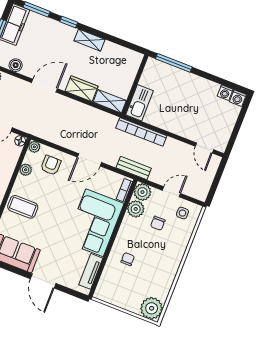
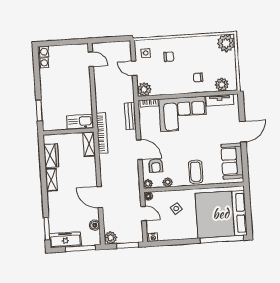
window: (69, 22) -> (45, 201), removed
window: (174, 63) -> (39, 110), width x0.69
wardrobe: (81, 89) -> (51, 156), moved, turned 180
bookcase: (141, 132) -> (102, 133), moved
door: (204, 148) -> (91, 59), hinge flipped
door: (89, 160) -> (139, 150), moved
armchair: (51, 165) -> (156, 165), turned -90
bench: (134, 168) -> (130, 116), moved
plant: (136, 209) -> (222, 85), moved
chair: (158, 223) -> (169, 57), moved

